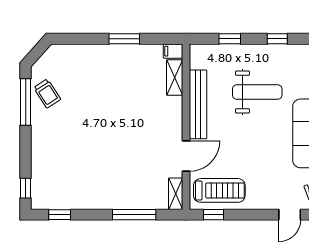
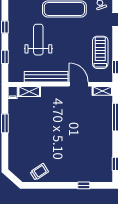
window: (26, 102) -> (45, 185), removed
window: (26, 188) -> (84, 185), moved
treadmill: (219, 190) -> (100, 52), moved

